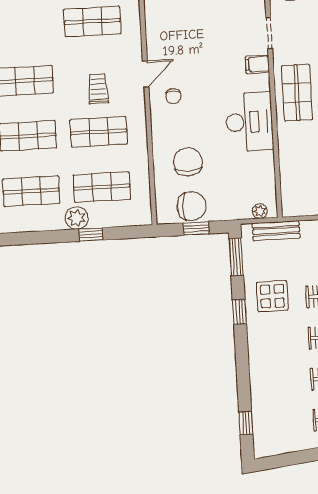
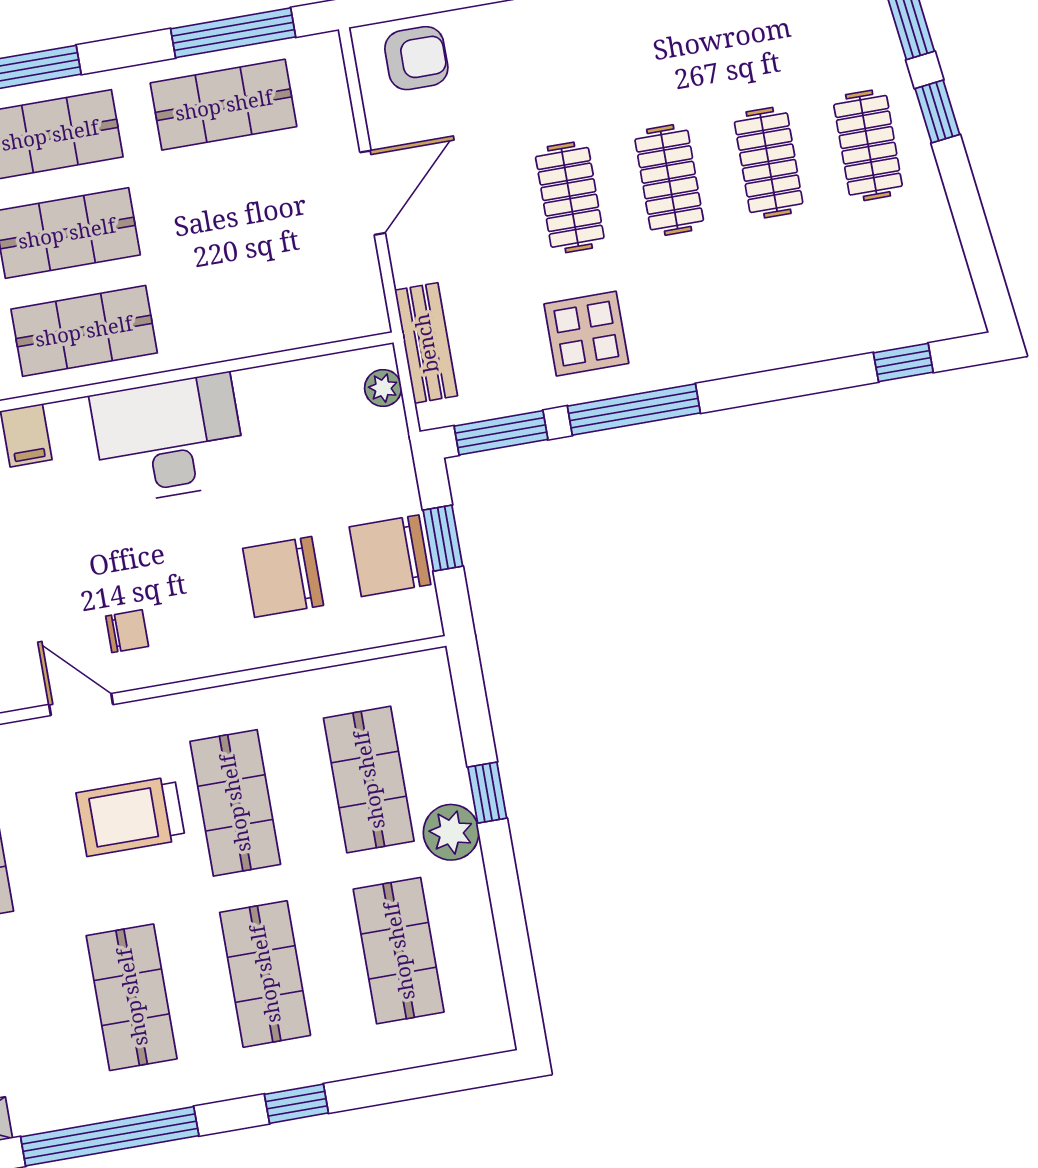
trolley: (98, 89) -> (131, 816), width x1.36, depth x1.39
chair: (192, 206) -> (390, 556), turned -90
window: (239, 312) -> (634, 410), width x2.17

